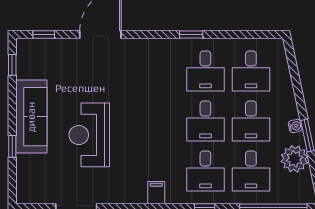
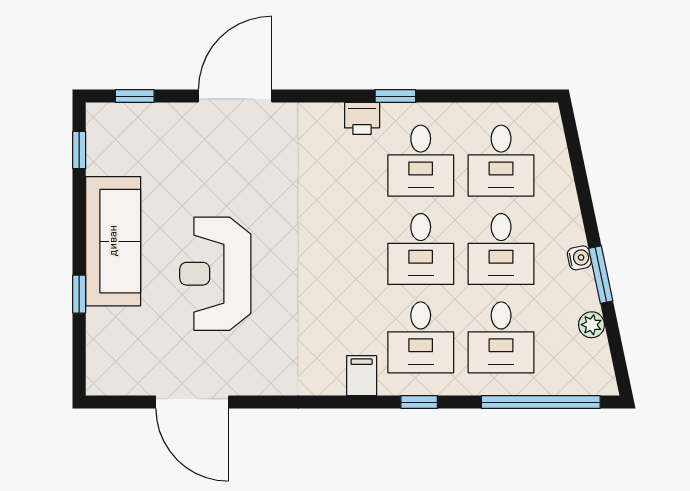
printer: (172, 47) -> (362, 118), added
plant: (294, 159) -> (591, 325), width x0.53, depth x0.53
filing cabinet: (156, 193) -> (362, 376), moved

